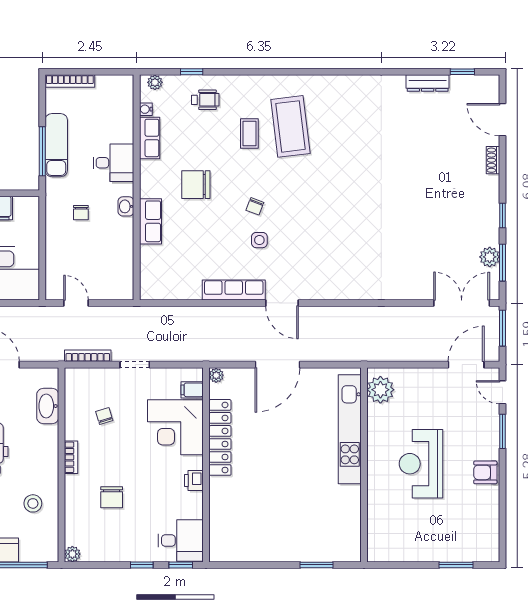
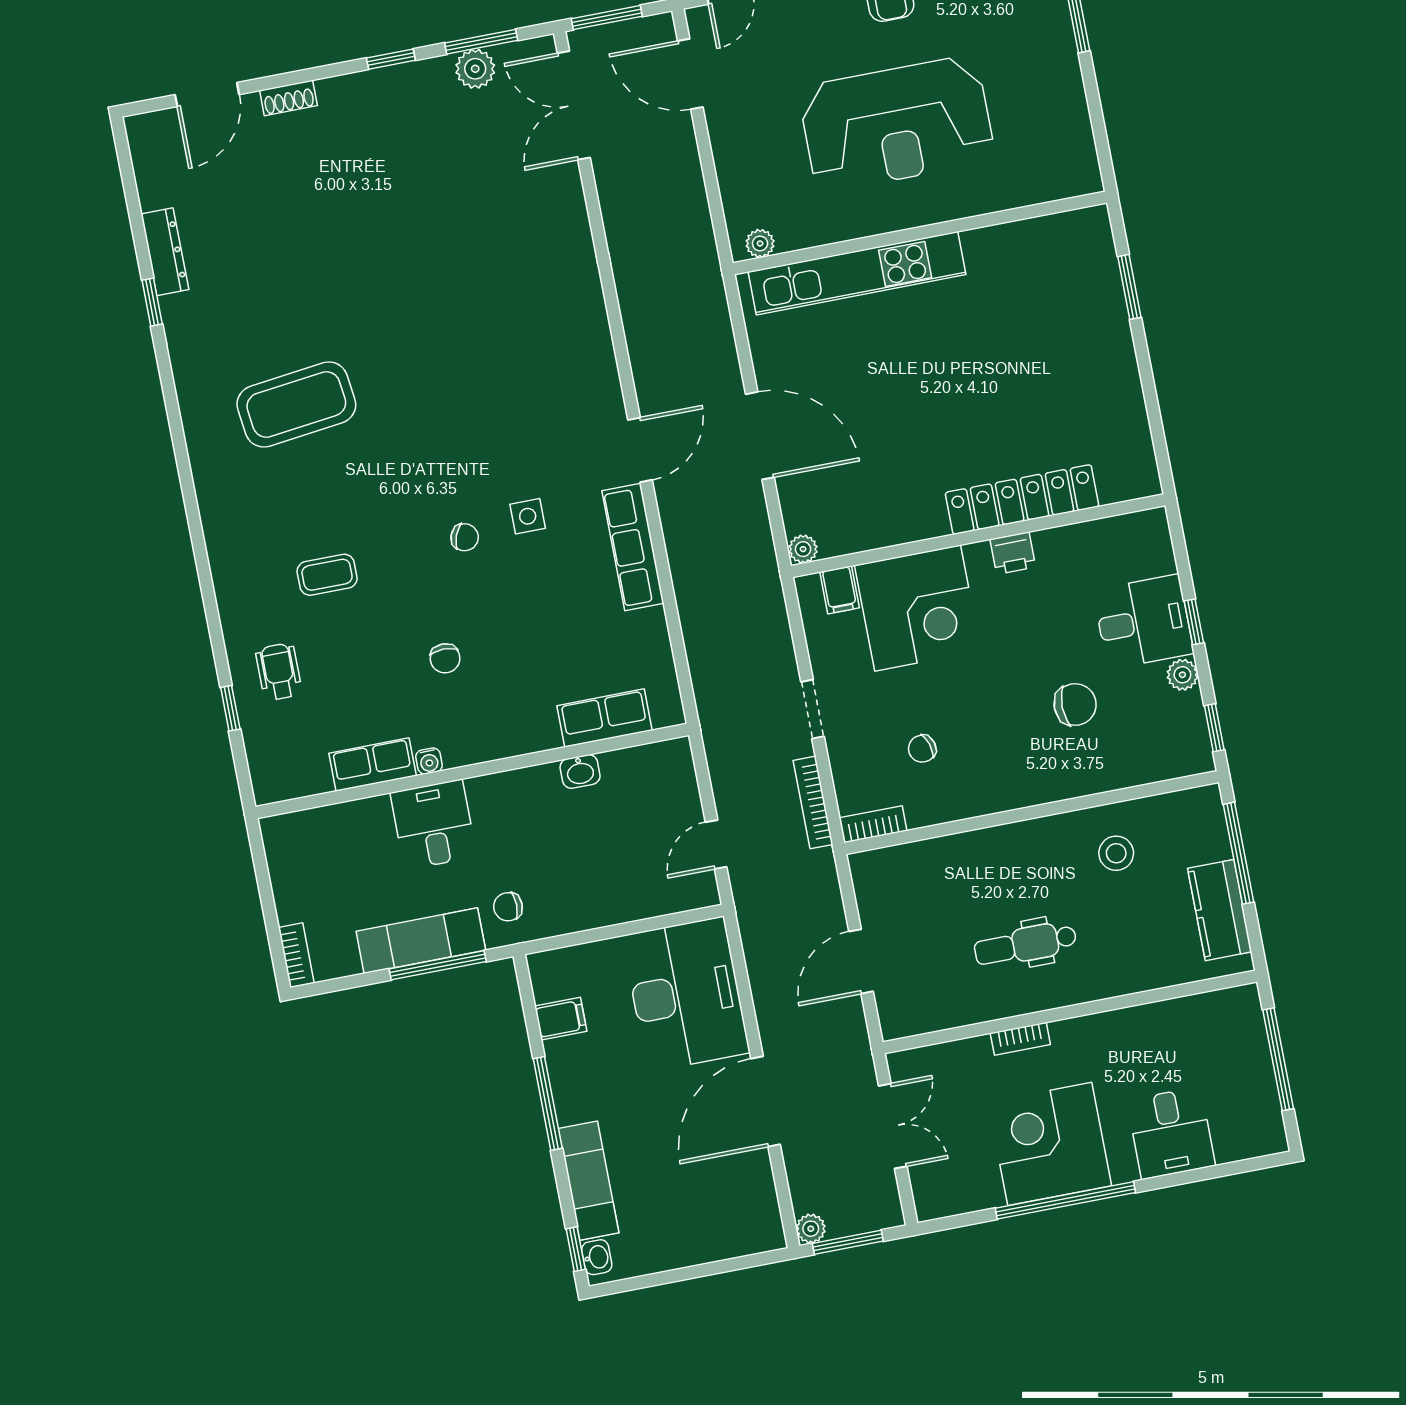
window: (462, 72) -> (152, 302), moved
bookcase: (70, 81) -> (296, 955), width x0.64
plant: (155, 82) -> (264, 775), removed
water cooler: (146, 109) -> (429, 761), moved
coffee table: (290, 126) -> (296, 404), moved
chair: (196, 185) -> (445, 658), width x0.54, depth x0.54
washbasin: (126, 206) -> (580, 771), moved
chair: (81, 213) -> (508, 907), moved, turned 180
row of seats: (150, 221) -> (605, 718), moved
plant: (380, 390) -> (760, 243), width x0.53, depth x0.53
washbasin: (48, 406) -> (924, 861), removed
locker: (220, 437) -> (1022, 499), moved
bookcase: (71, 457) -> (873, 824), moved
reception desk: (421, 464) -> (897, 124), width x1.36, depth x1.30
desk: (181, 540) -> (1143, 622), moved, turned 90
plant: (72, 554) -> (1182, 675), moved
window: (181, 565) -> (1214, 728), moved

